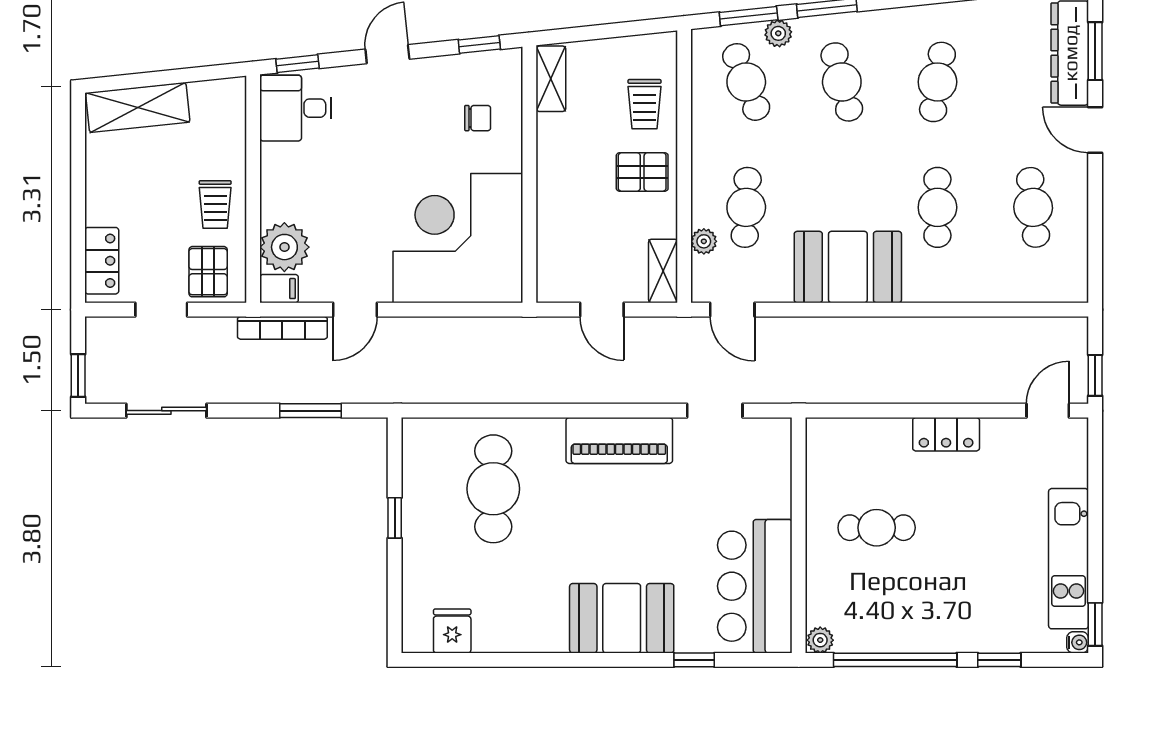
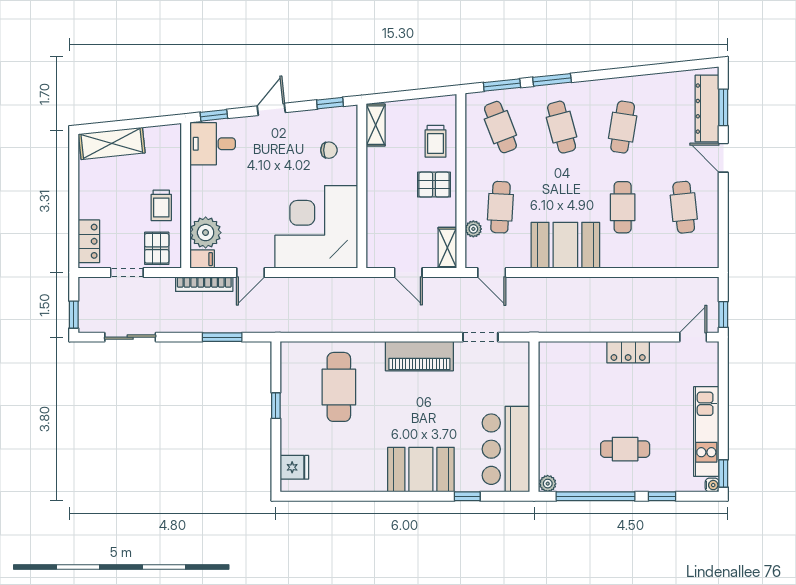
plant: (778, 33) -> (521, 96), removed
cafe table: (877, 528) -> (625, 449), moved
fridge: (452, 631) -> (294, 467), moved, turned 90

